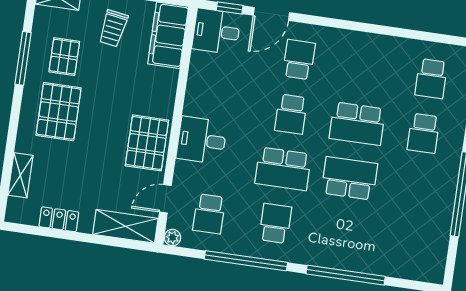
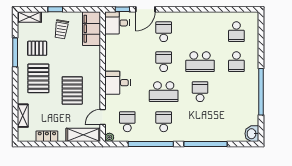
pallet: (64, 57) -> (37, 48), turned 90
school desk: (291, 114) -> (164, 62), turned 180
pallet: (147, 143) -> (72, 90), moved
school desk: (349, 178) -> (200, 92), width x0.54
school desk: (209, 214) -> (127, 122), turned 180
washbasin: (433, 268) -> (252, 134), added

